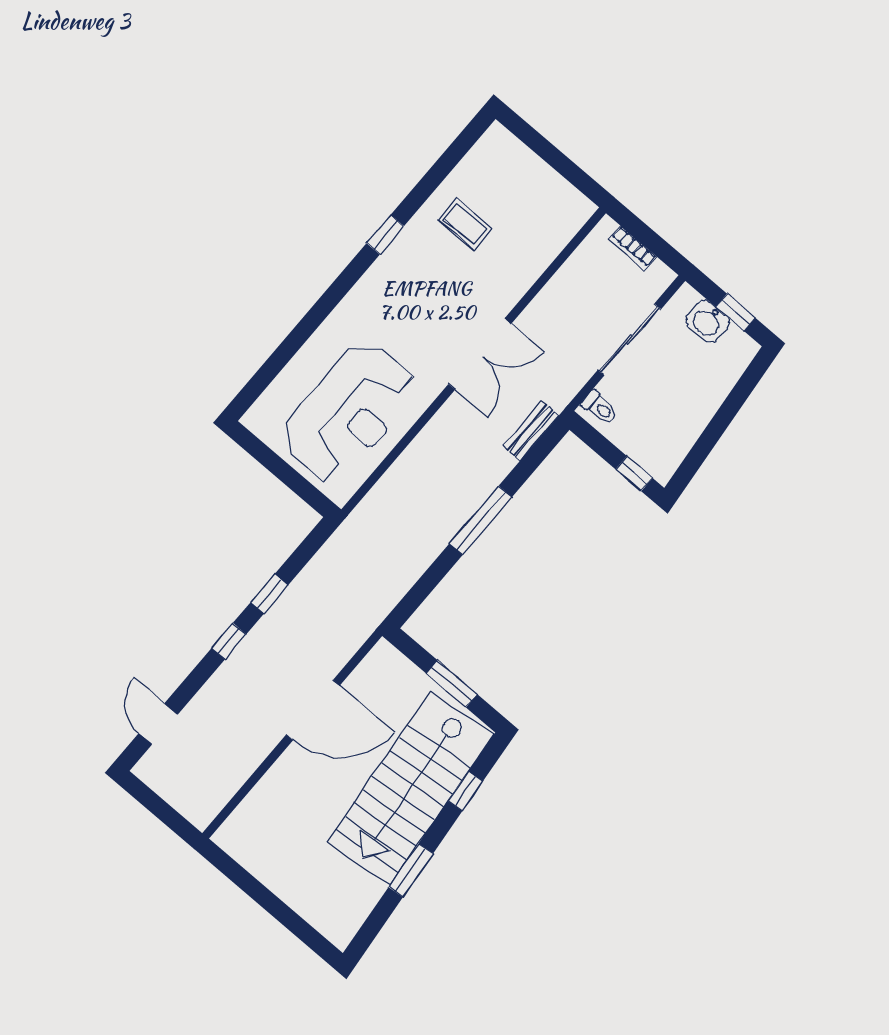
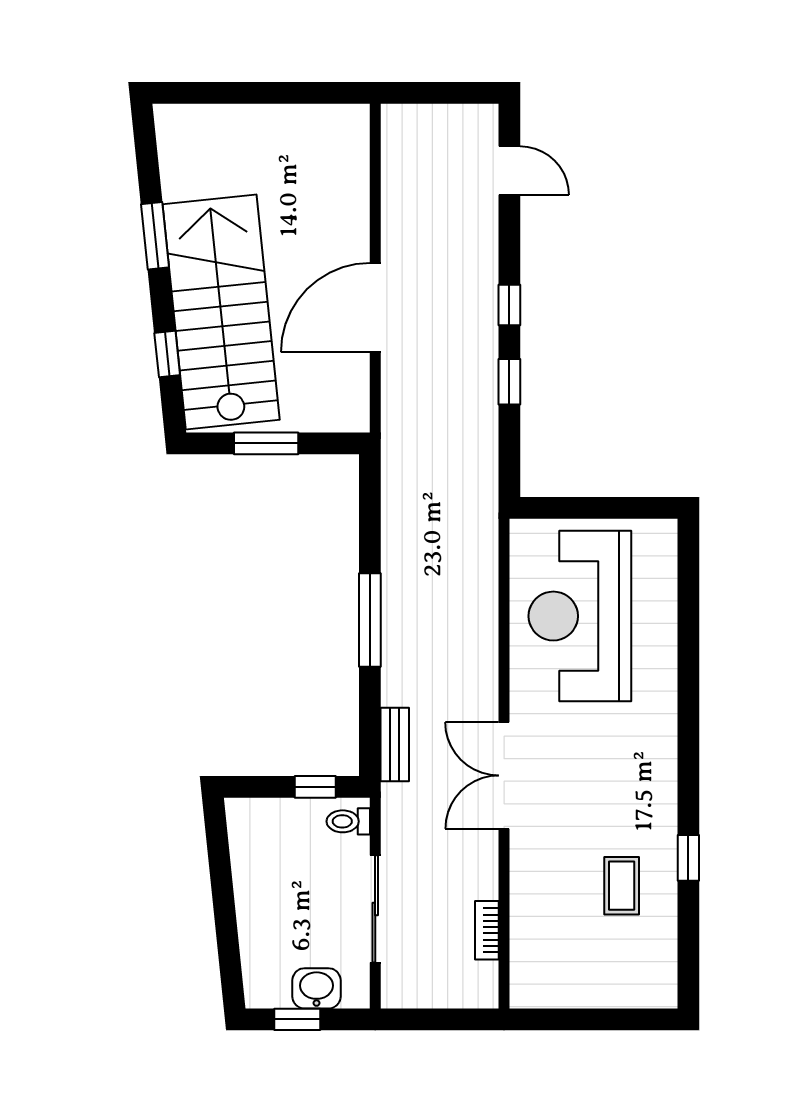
coffee table: (465, 224) -> (622, 886), turned 90
window: (385, 235) -> (688, 858), moved
bookcase: (632, 248) -> (487, 930), moved, turned -90
window: (634, 474) -> (315, 787), moved

